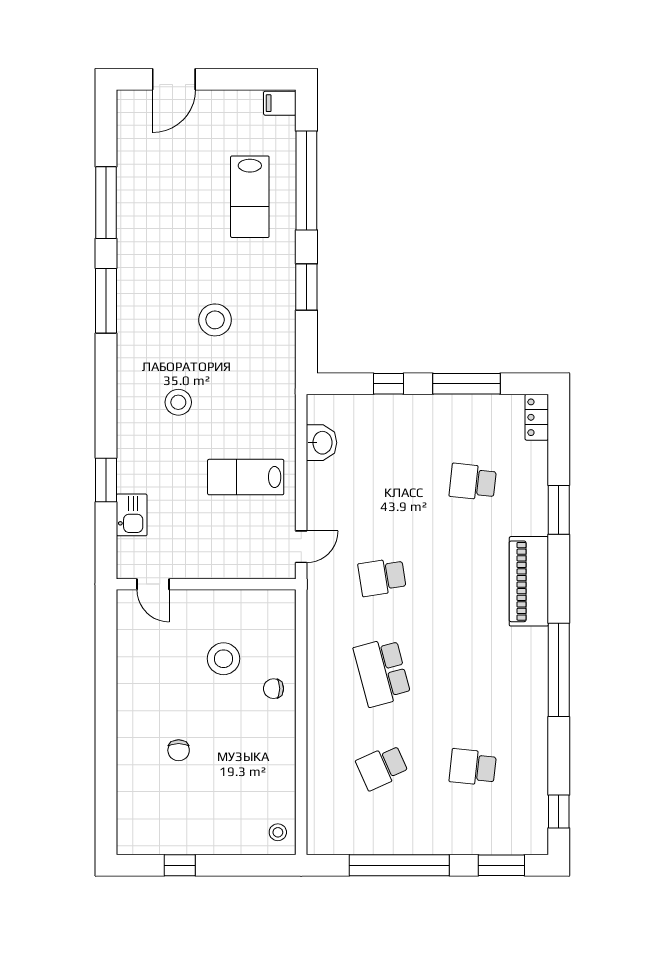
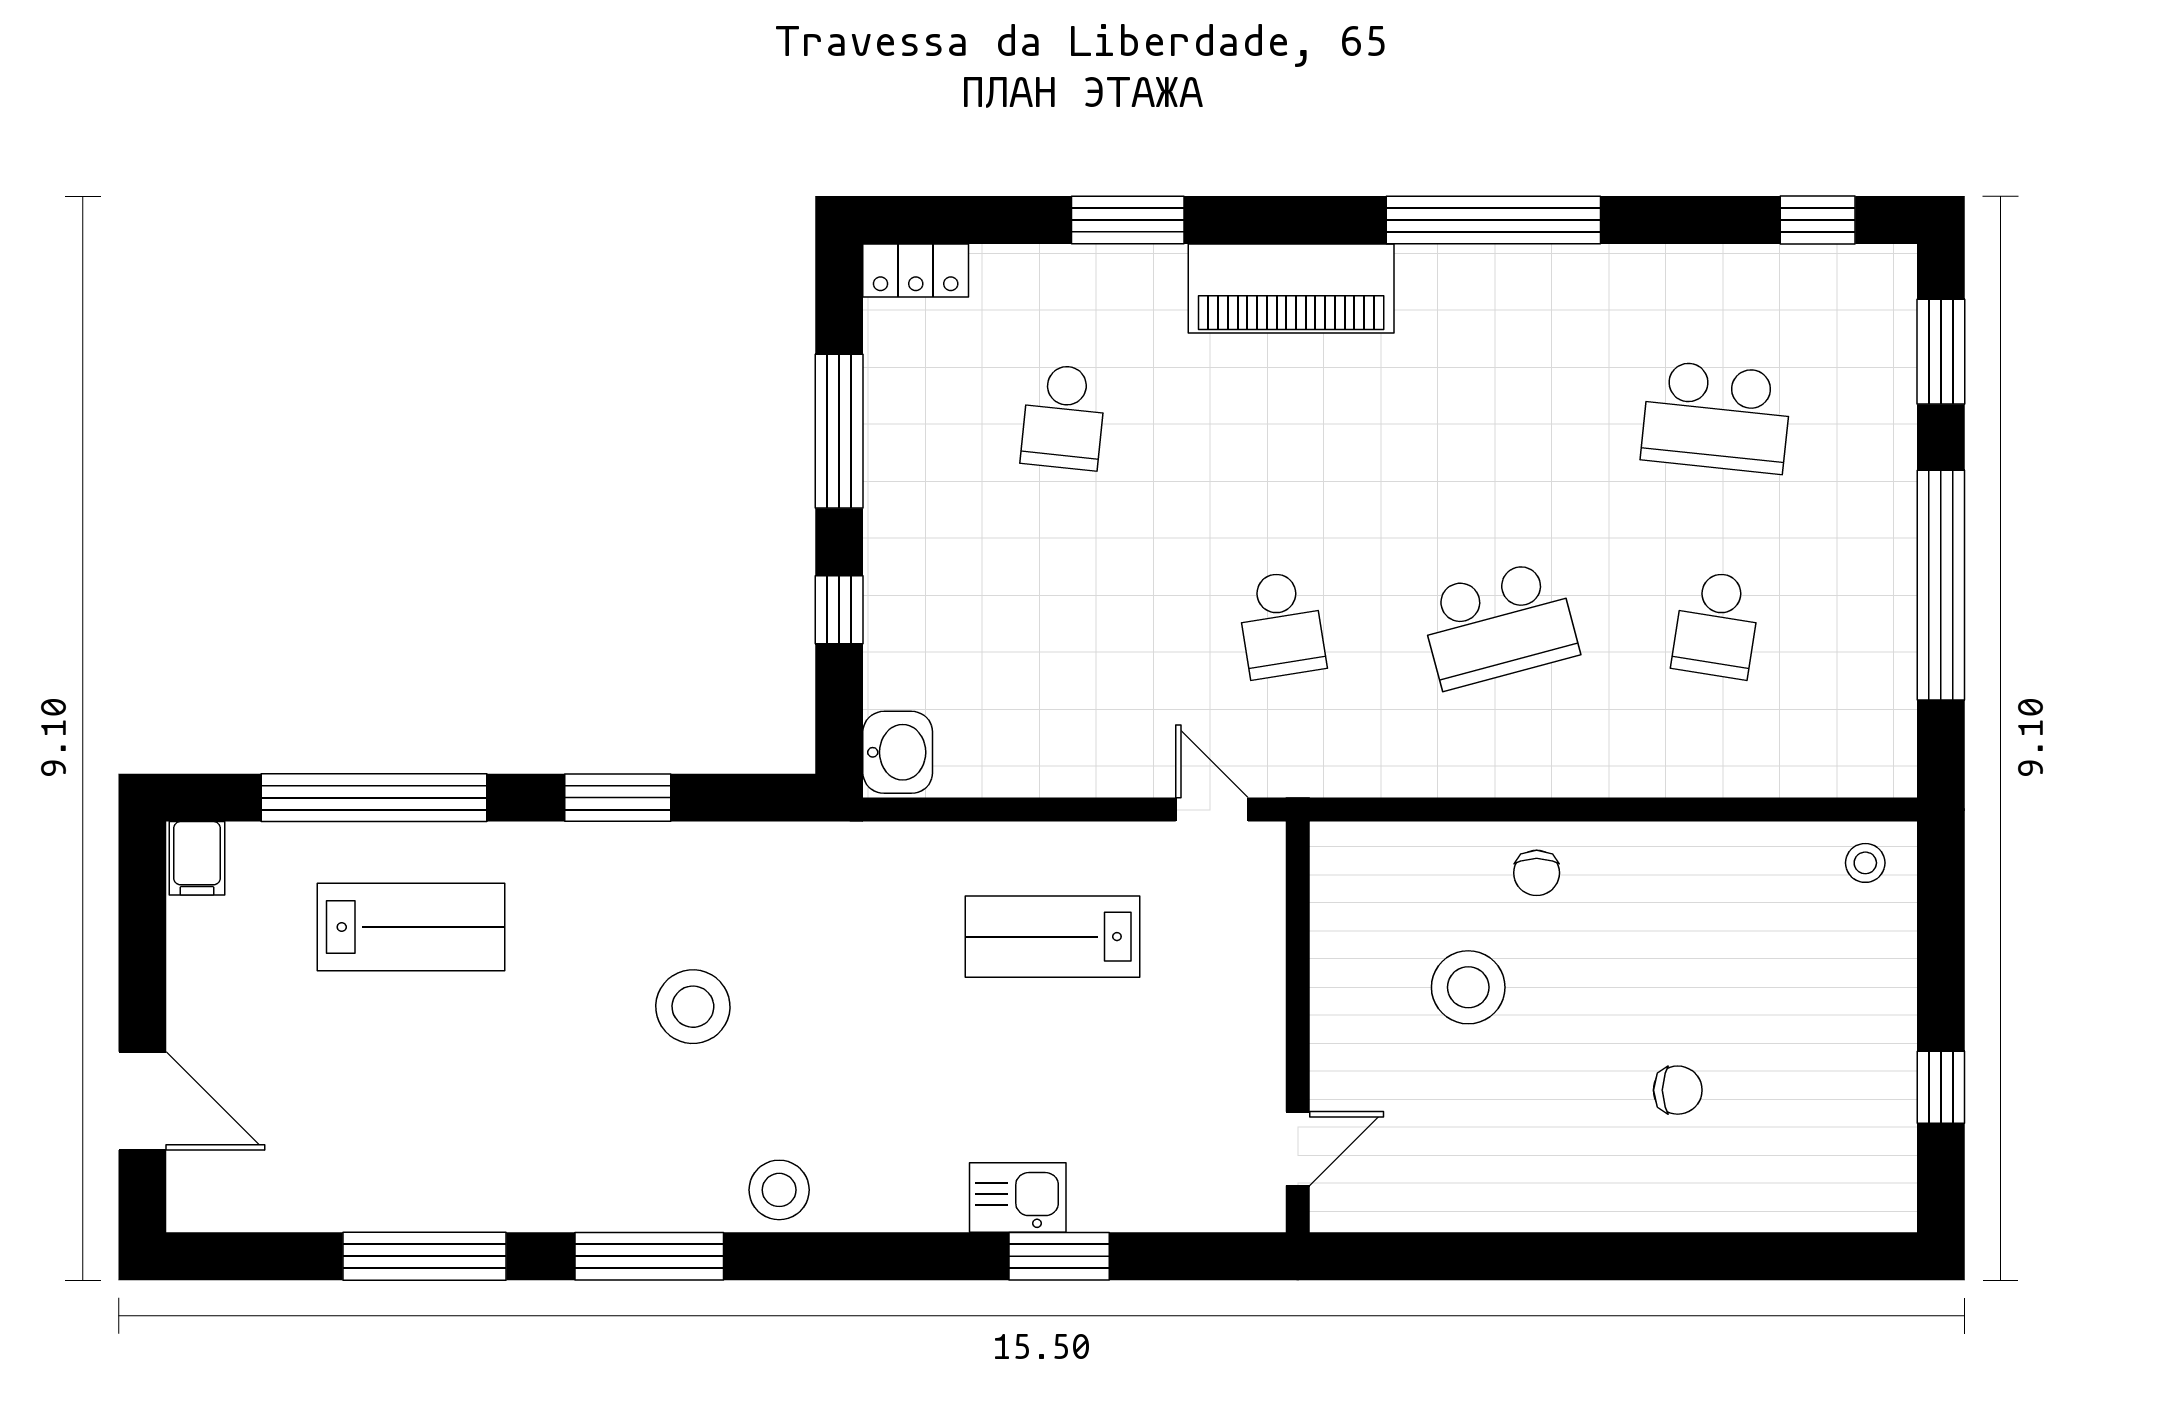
stool: (178, 402) -> (779, 1190), moved
washbasin: (322, 443) -> (898, 752), moved, turned 90
lab bench: (246, 477) -> (1052, 937), turned 90
kitchen sink: (132, 515) -> (1018, 1198), moved
school desk: (382, 767) -> (1716, 625), turned 33
school desk: (473, 767) -> (1716, 417), width x1.85

